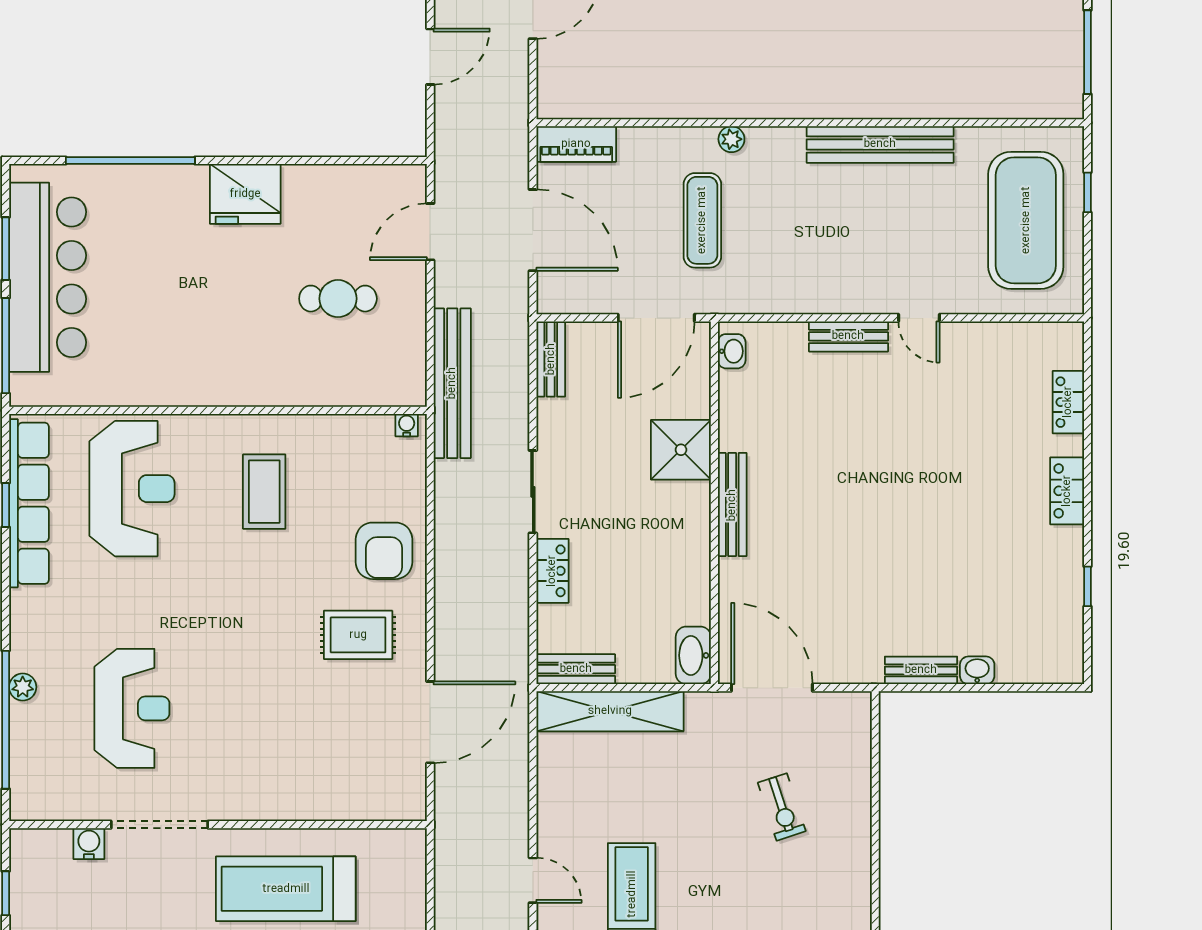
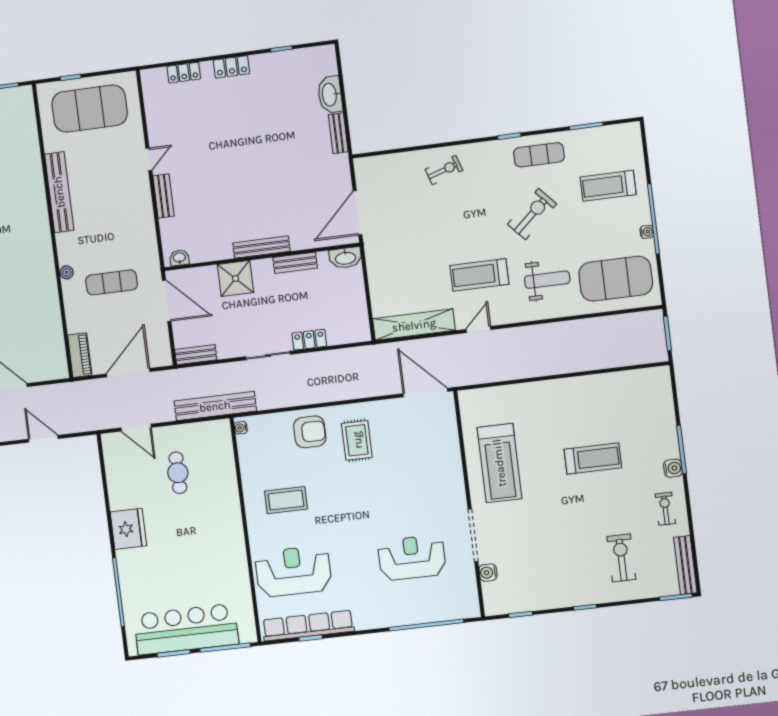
bench: (576, 669) -> (295, 263), moved, turned 90
washbasin: (977, 670) -> (330, 95), width x1.91, depth x1.45
plant: (23, 687) -> (407, 618), removed
shelving: (610, 711) -> (414, 325), moved, turned 90
door: (430, 722) -> (425, 393), moved
exercise bike: (782, 807) -> (444, 170), moved

